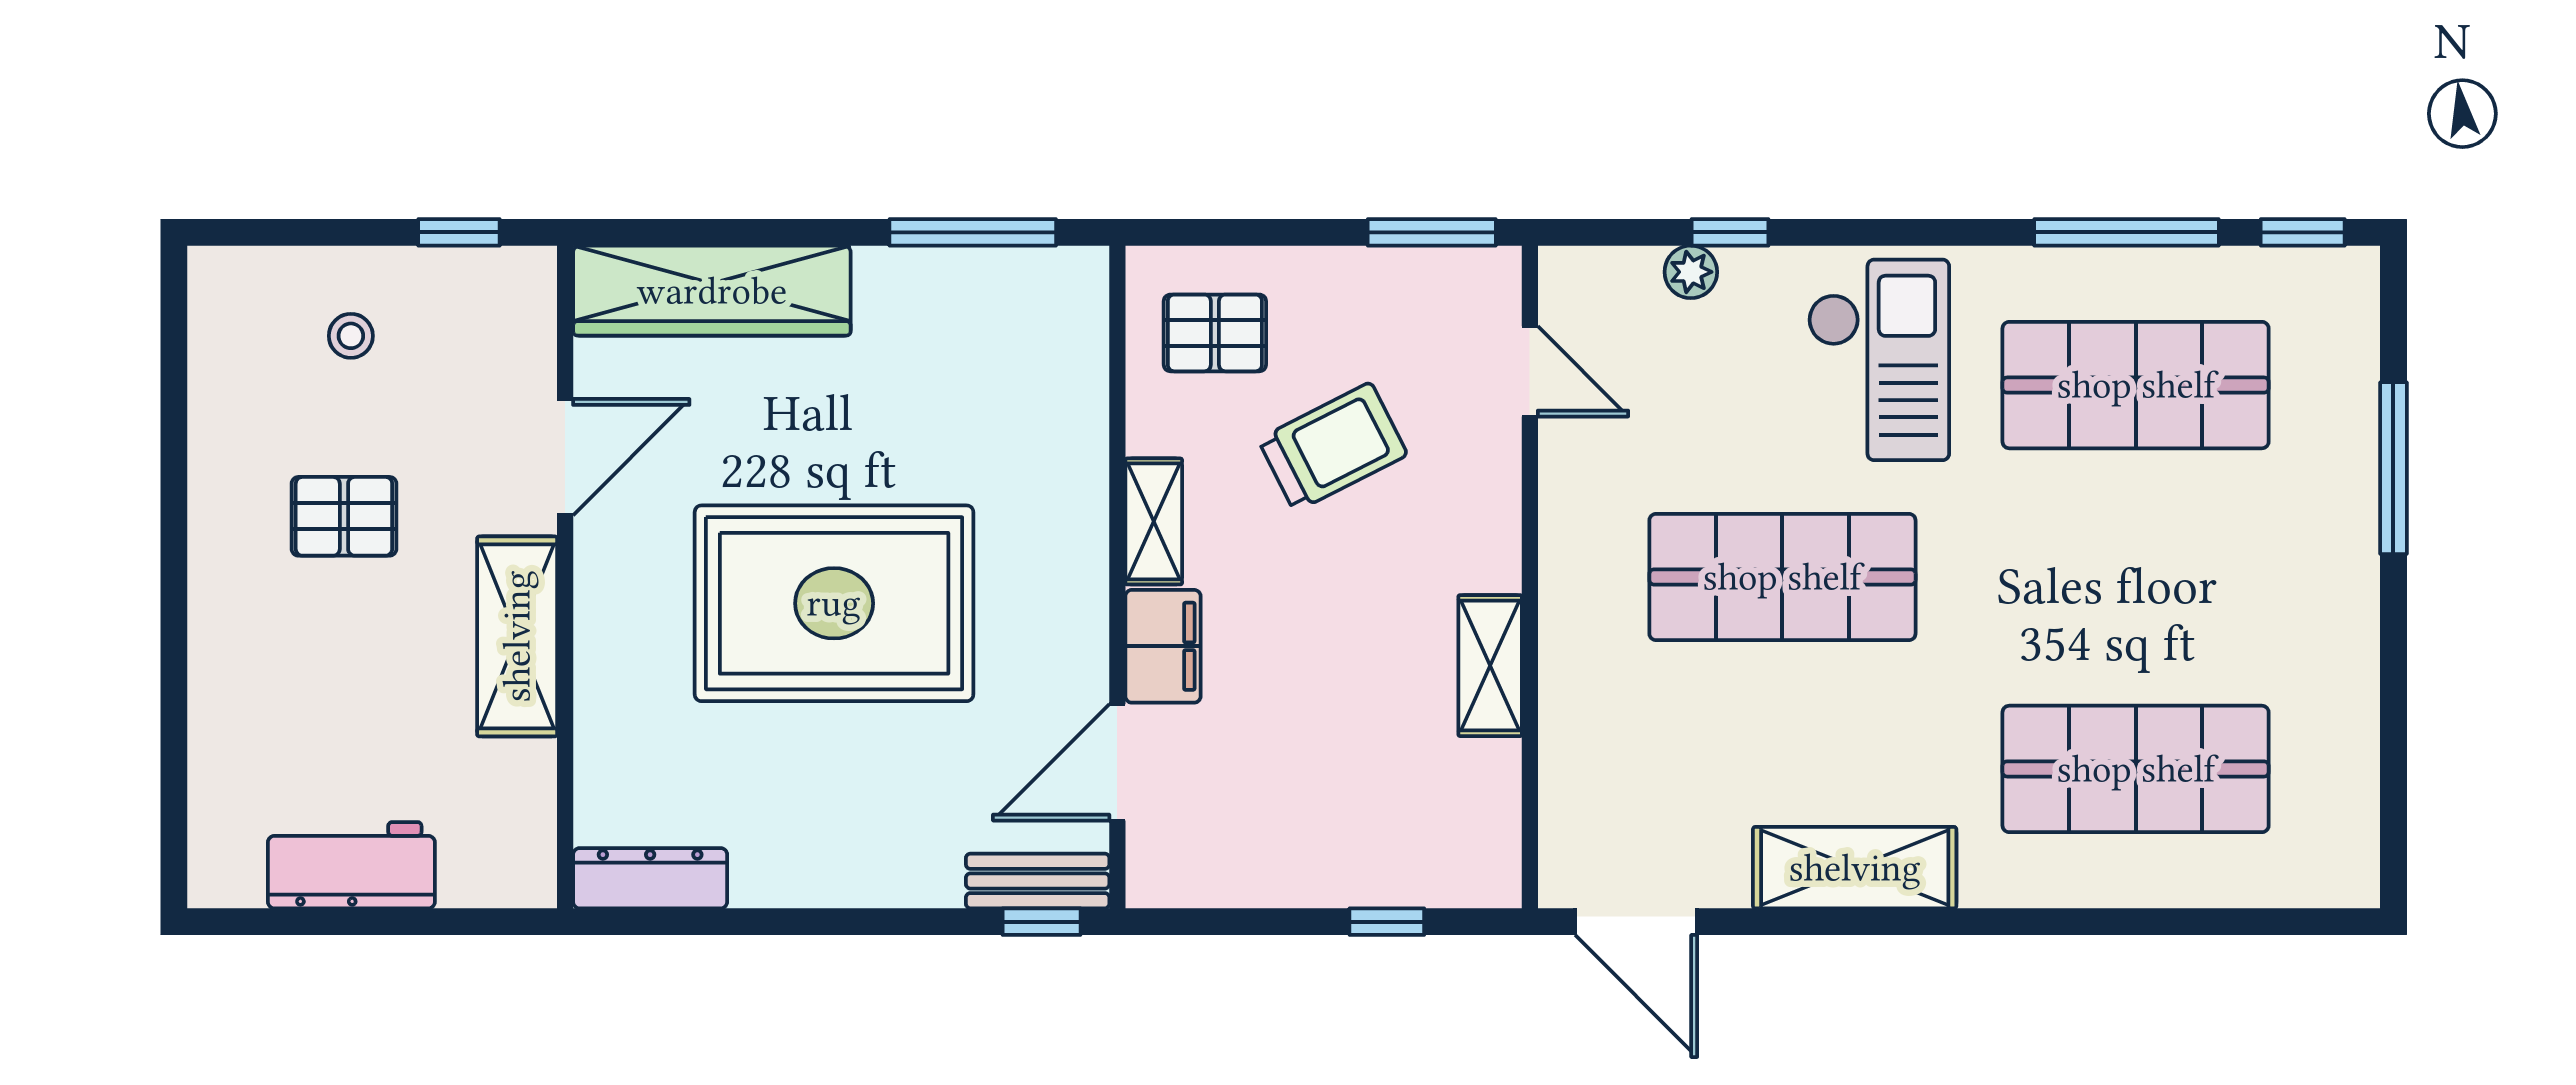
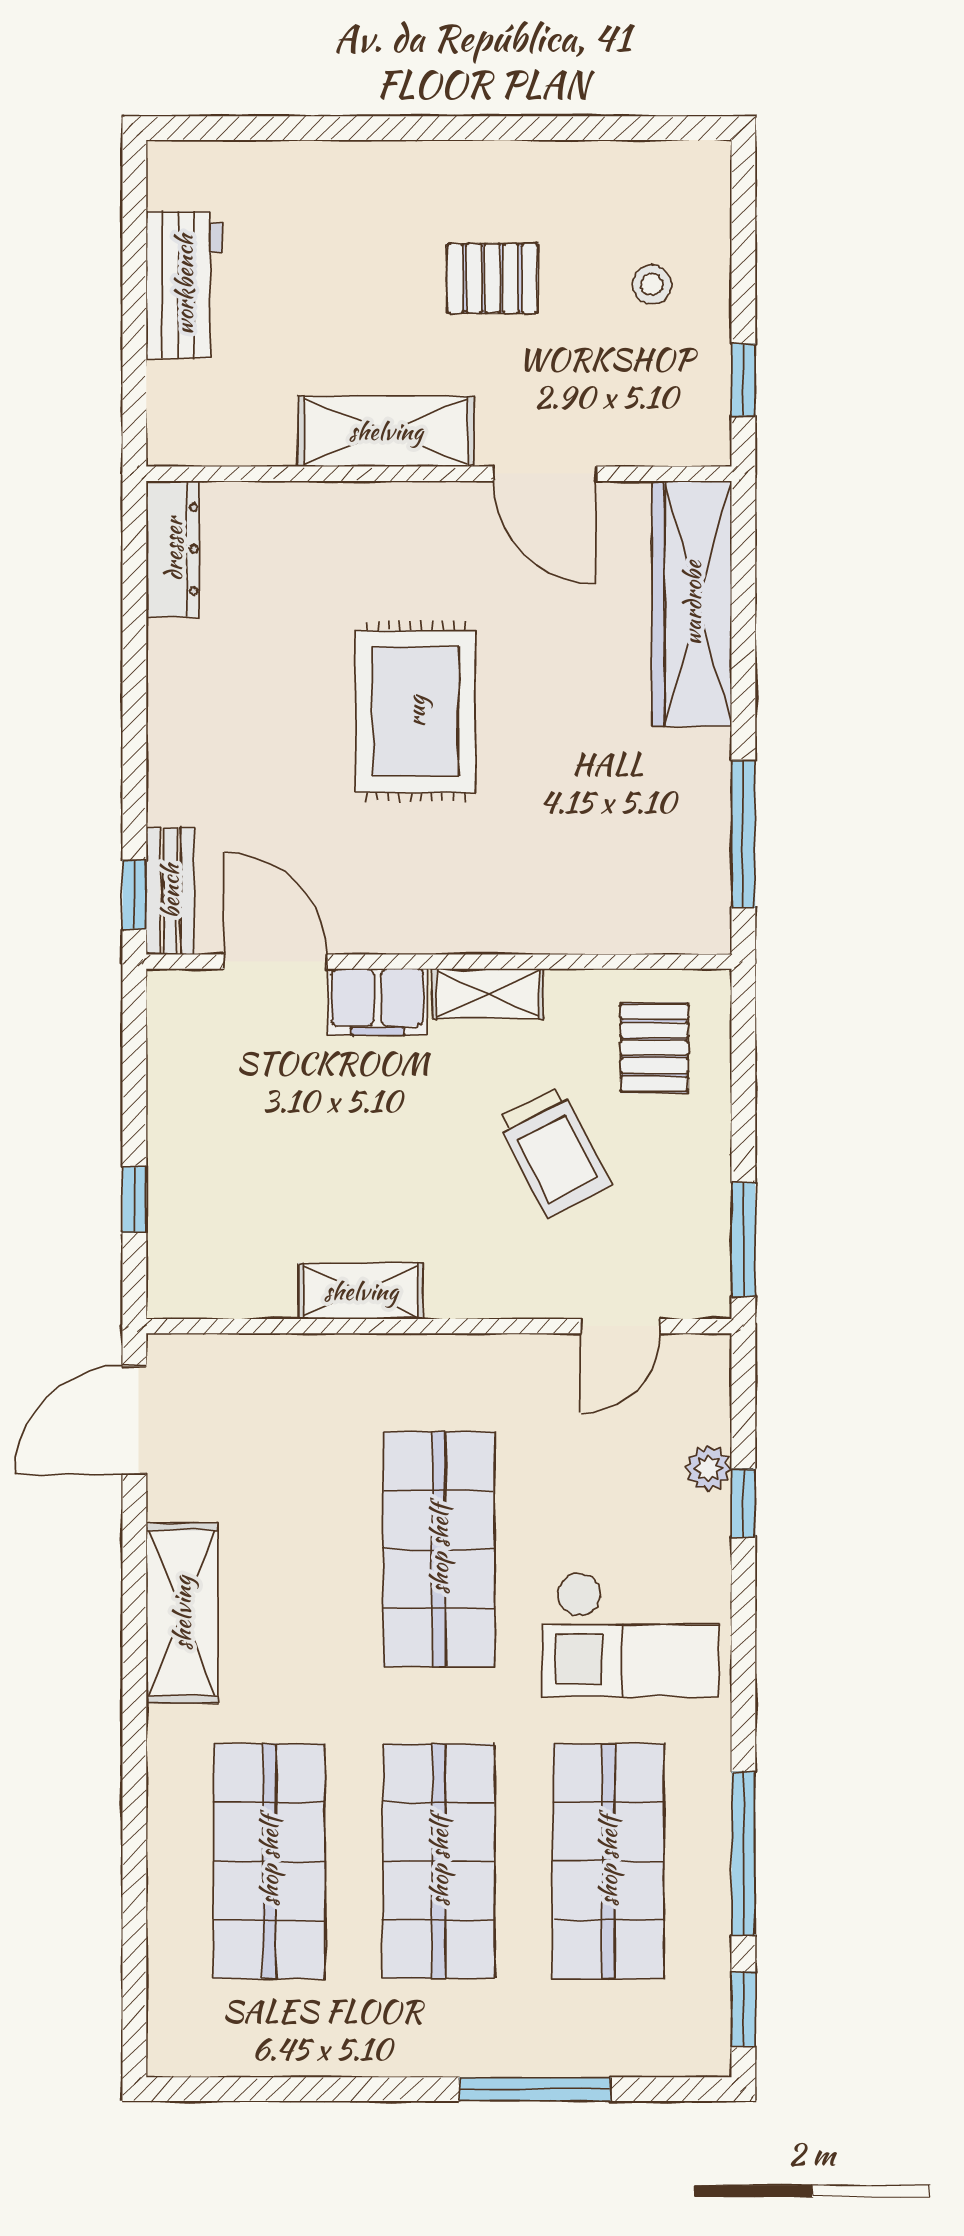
pallet: (344, 516) -> (492, 278), turned 90
shop shelf: (2136, 577) -> (439, 1861), added
rug: (834, 603) -> (416, 711), width x0.73, depth x0.69

